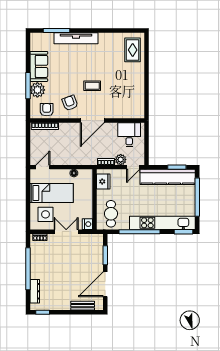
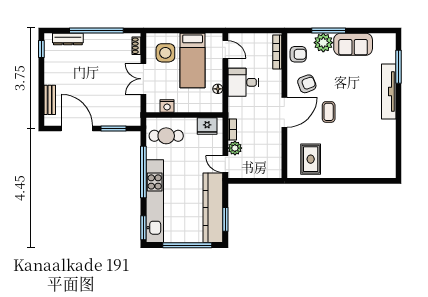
rug: (133, 50) -> (311, 159), moved, turned 90
door: (92, 121) -> (284, 112), swing flipped
desk: (129, 135) -> (243, 82), moved, turned 180
nightstand: (87, 224) -> (167, 106), moved
double door: (66, 232) -> (143, 79), swing flipped

